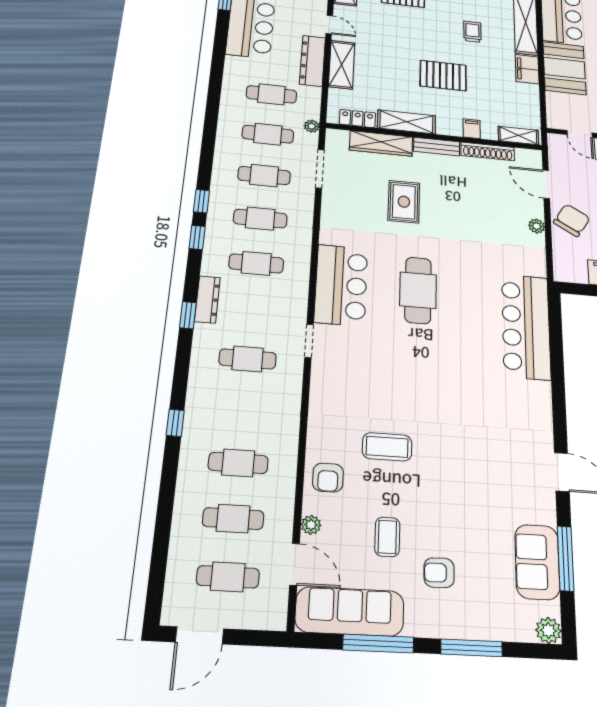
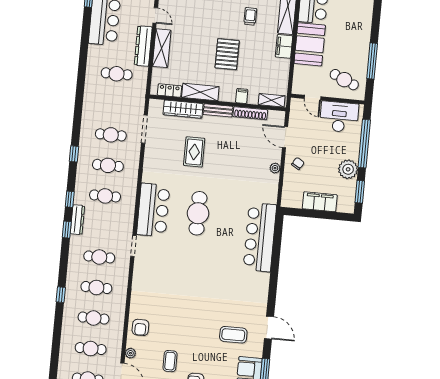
pallet: (443, 76) -> (227, 54), turned 90
plant: (312, 126) -> (141, 97), removed
cafe table: (268, 134) -> (96, 287), moved
chair: (572, 220) -> (298, 163), width x0.54, depth x0.54
window: (197, 238) -> (70, 199), moved
coffee table: (387, 447) -> (233, 335), moved

